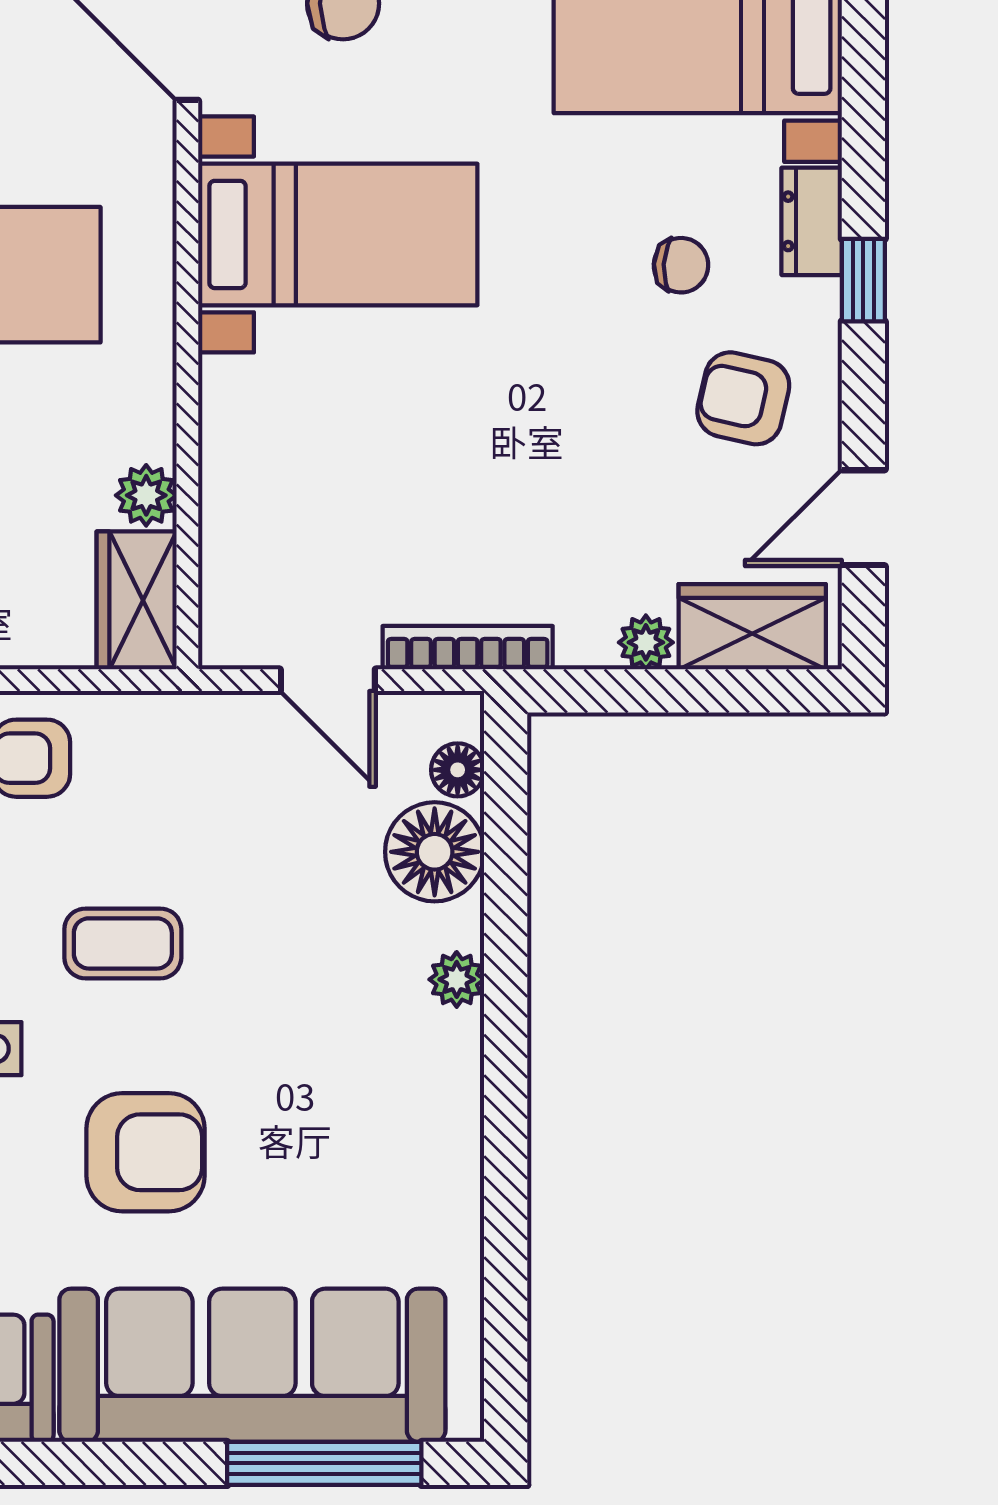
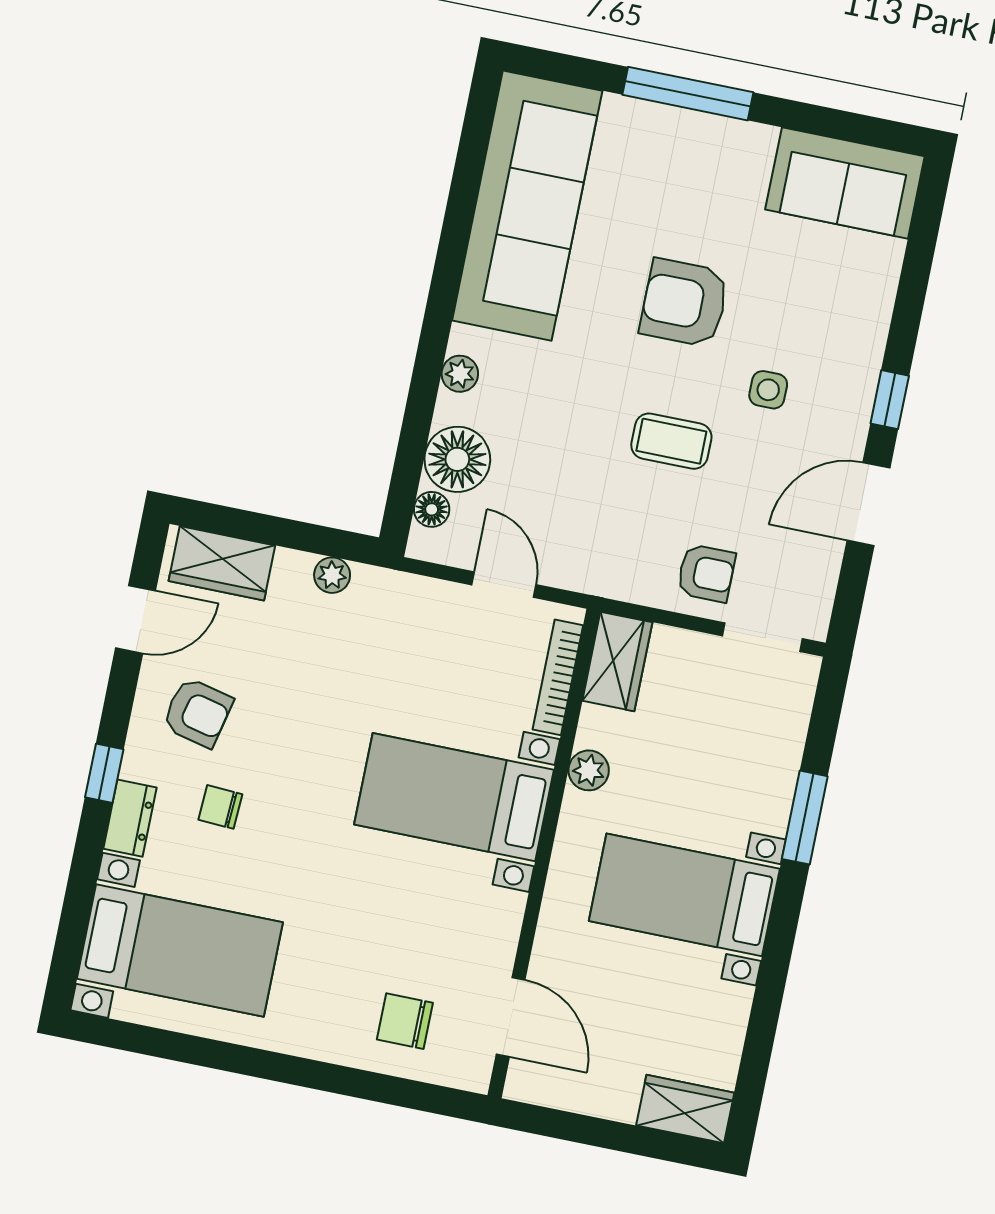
bed with nightstands: (338, 234) -> (454, 797), moved
plant: (146, 495) -> (589, 770), moved
plant: (646, 642) -> (332, 575), moved
bookcase: (468, 648) -> (558, 677), moved, turned 90
sofa: (252, 1365) -> (527, 206), moved, turned -90
window: (324, 1463) -> (688, 94), moved

